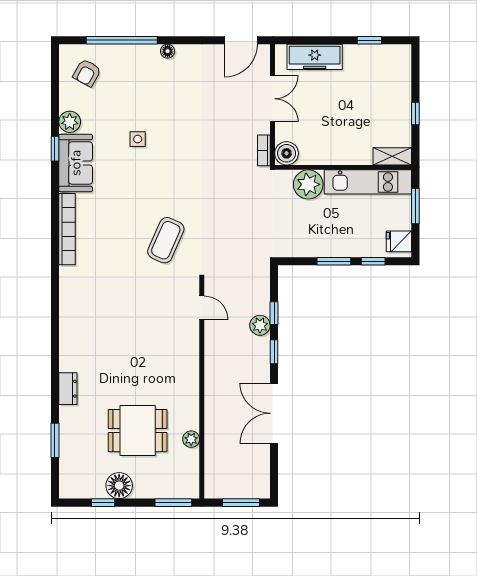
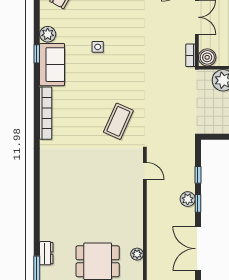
plant: (260, 325) -> (188, 199), moved
dresser: (68, 389) -> (46, 253), moved
plant: (191, 439) -> (137, 254), moved

